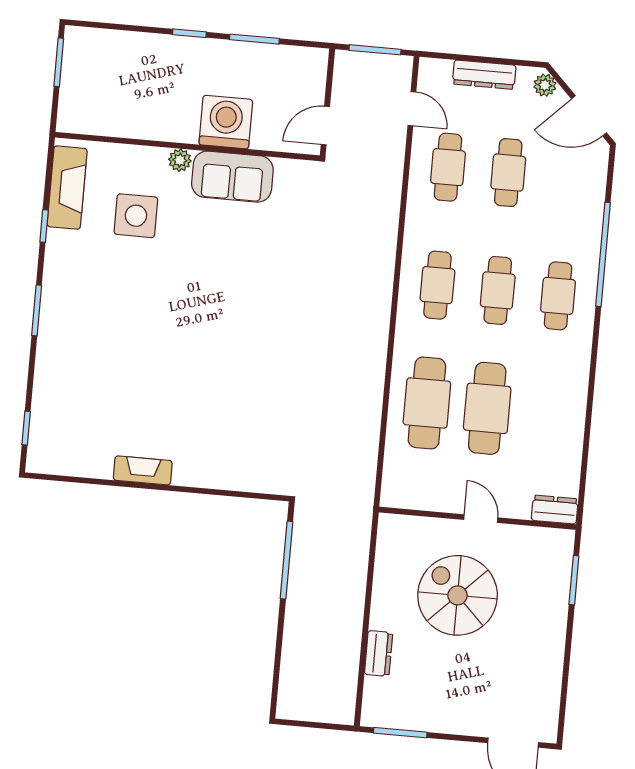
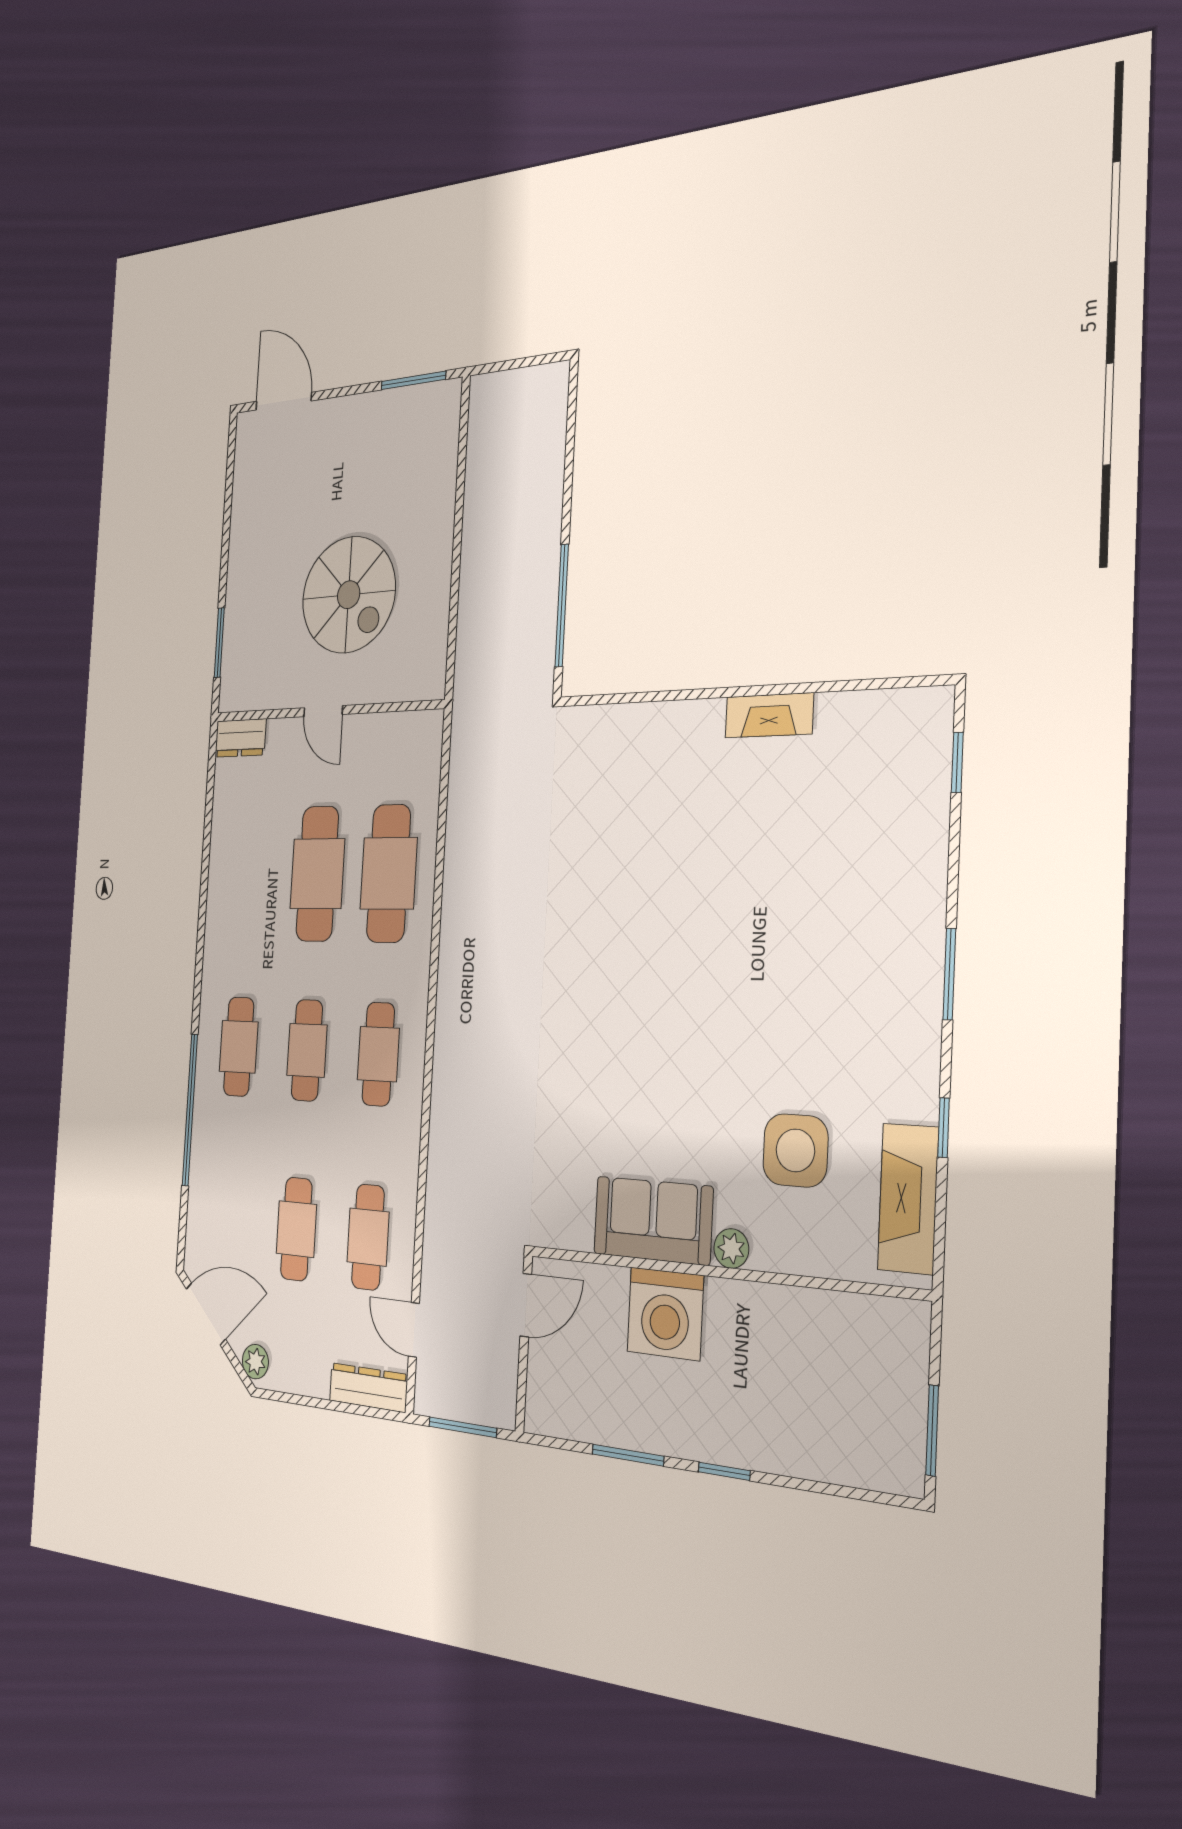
dresser: (484, 75) -> (368, 1388), moved
dresser: (379, 653) -> (441, 489), removed

